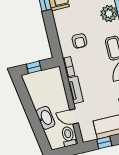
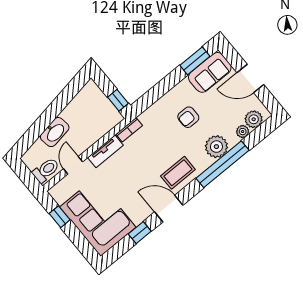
armchair: (79, 41) -> (188, 117), moved
window: (34, 67) -> (118, 100), moved

